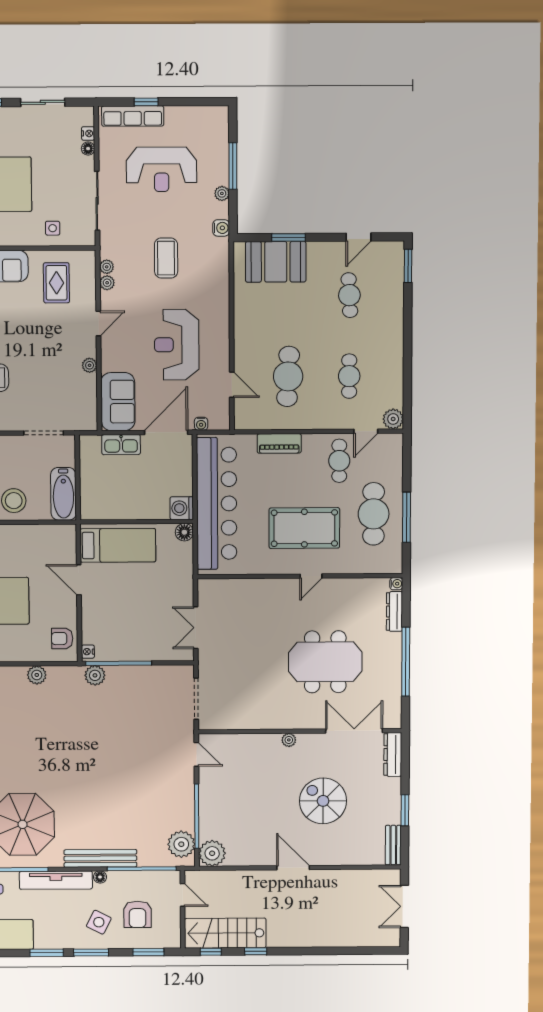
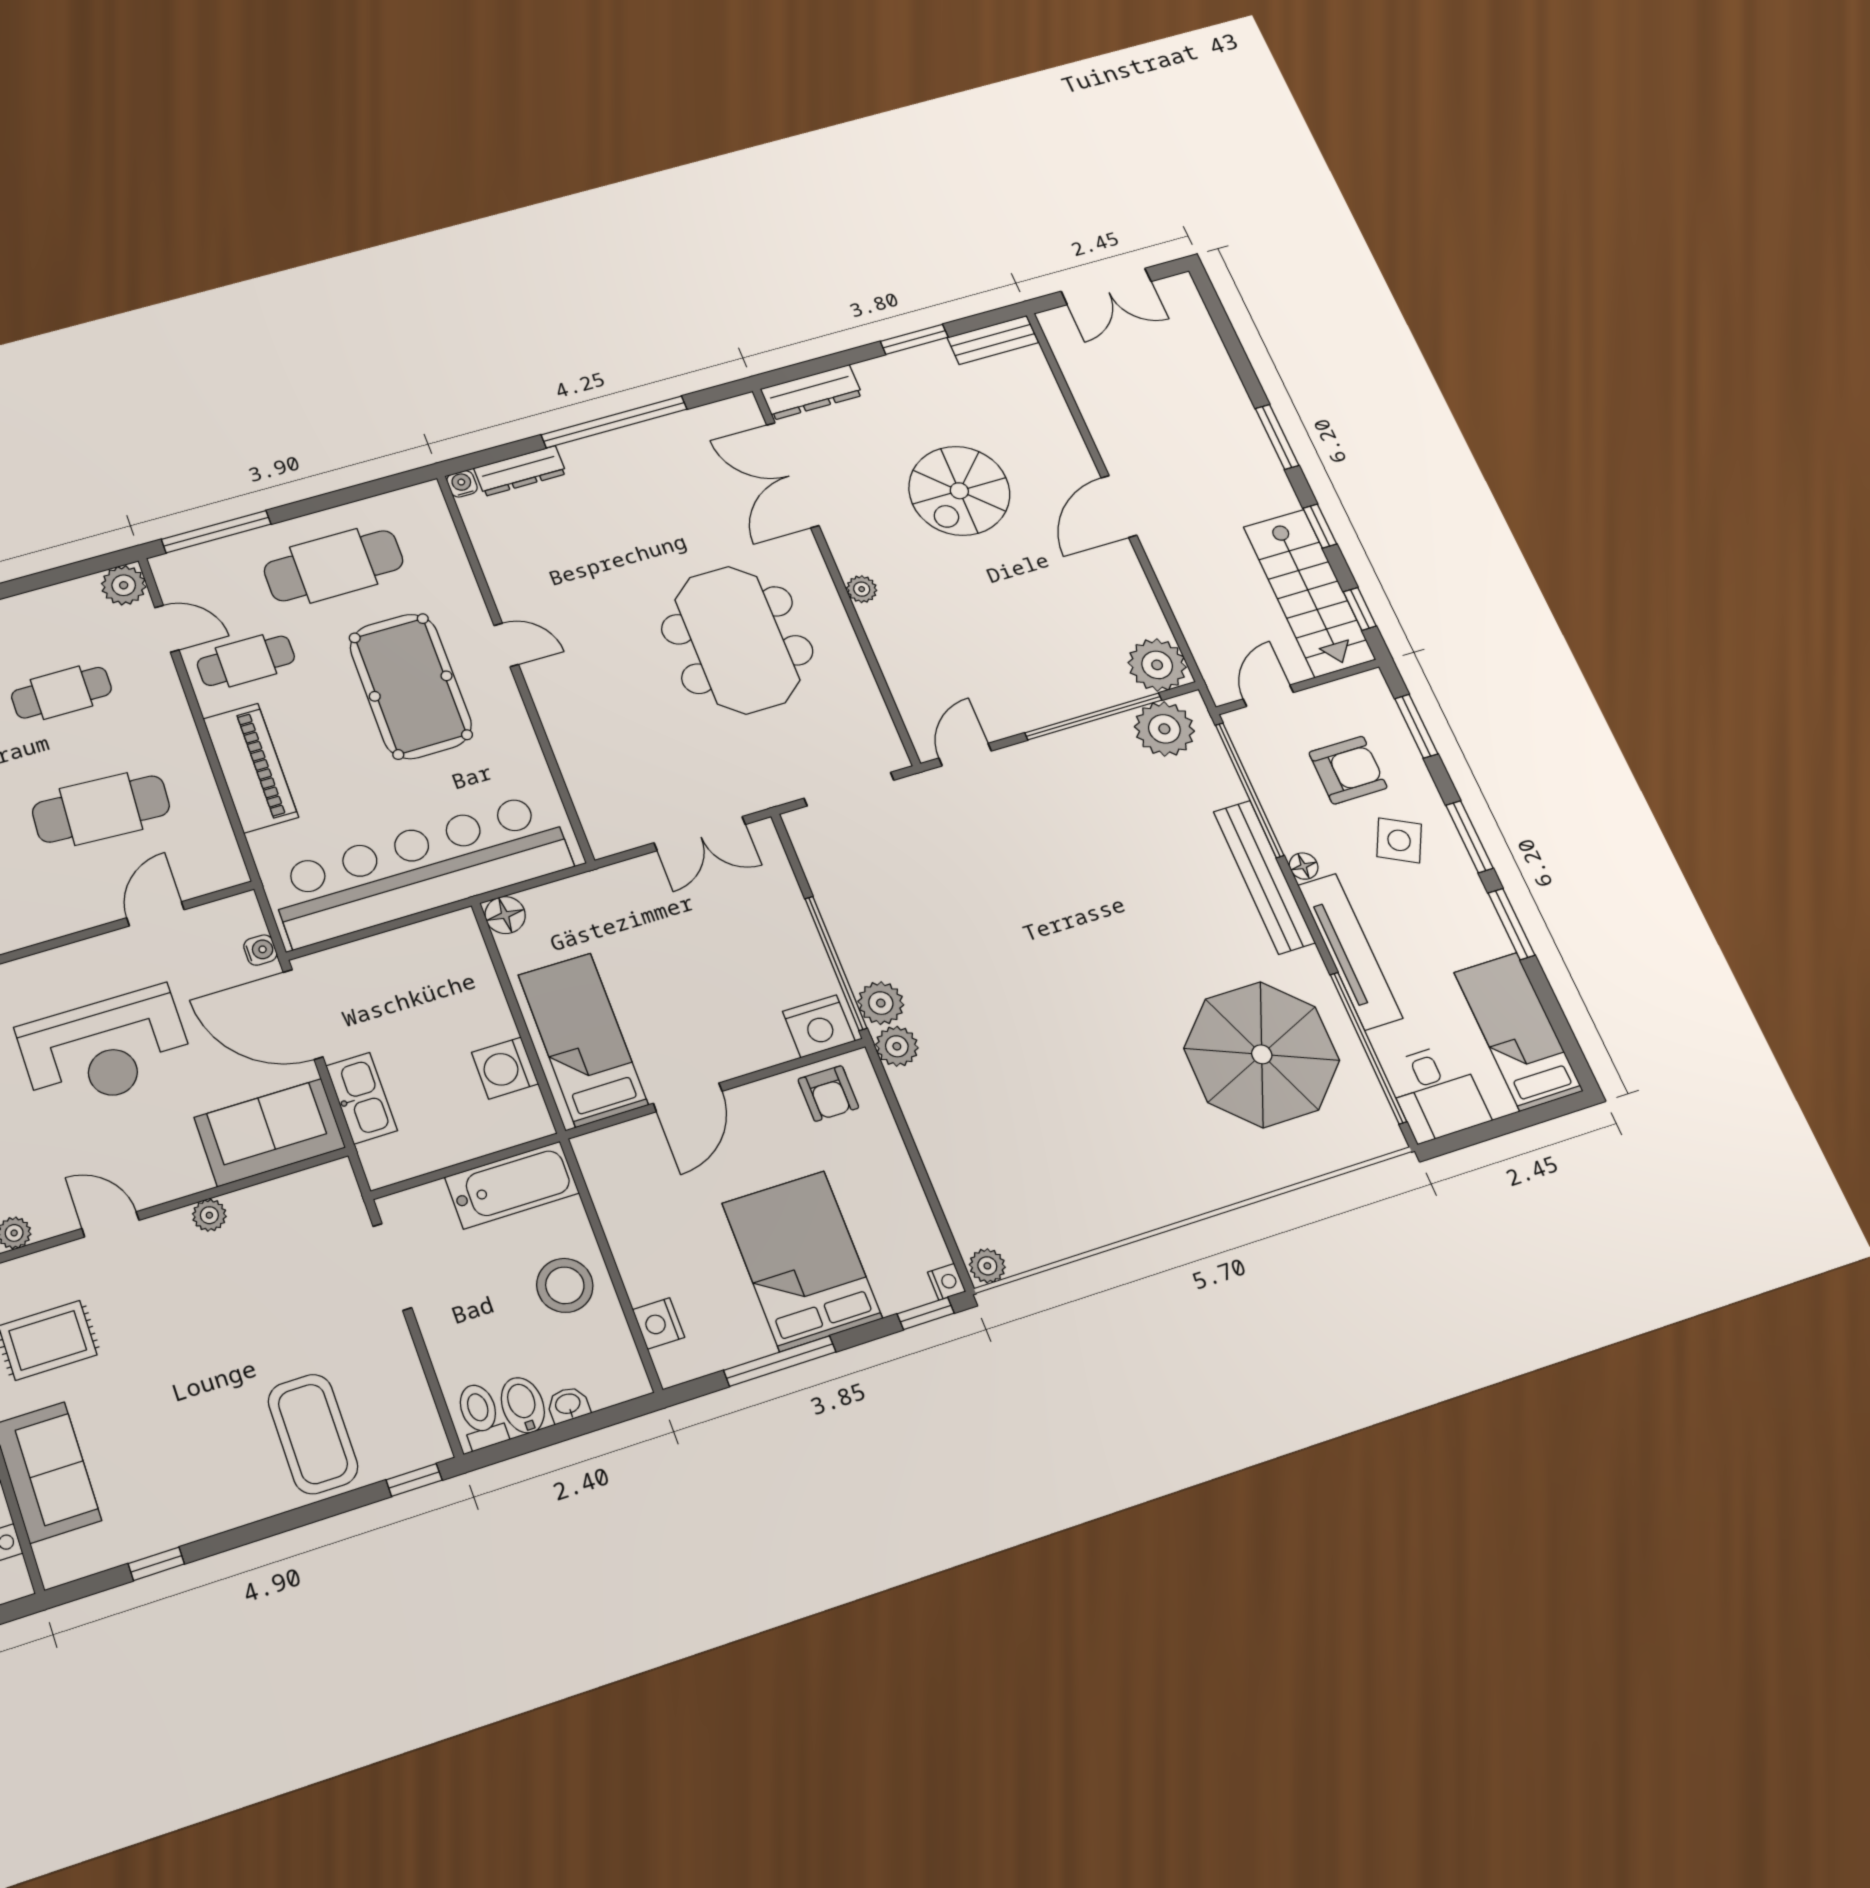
piano: (279, 443) -> (251, 768), width x1.37, depth x1.33
washing machine: (182, 508) -> (505, 1068), moved, turned 90
window: (407, 517) -> (216, 532), moved
nightstand: (88, 652) -> (819, 1026), width x1.89, depth x1.79
meeting table: (325, 662) -> (737, 640), moved
plant: (37, 675) -> (897, 1046), moved
window: (305, 951) -> (1277, 437), added

